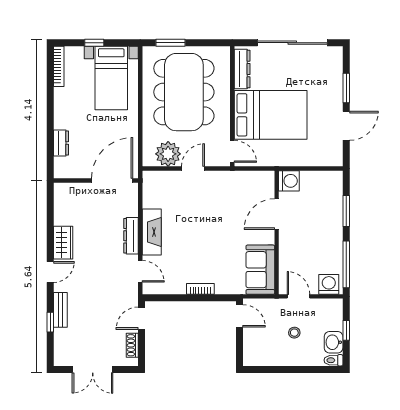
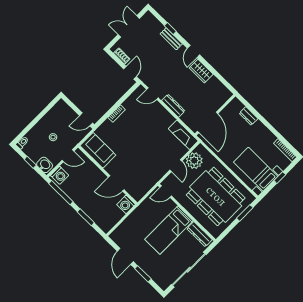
bed: (271, 115) -> (169, 230), width x0.67
door: (277, 214) -> (116, 183), swing flipped
fireplace: (152, 232) -> (183, 135), moved
washbasin: (334, 342) -> (45, 165), moved

